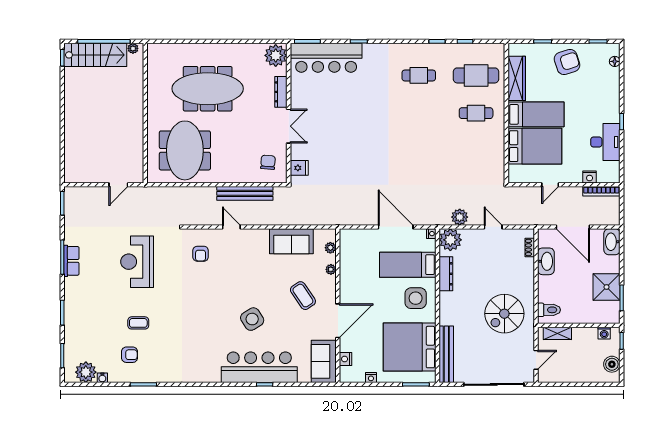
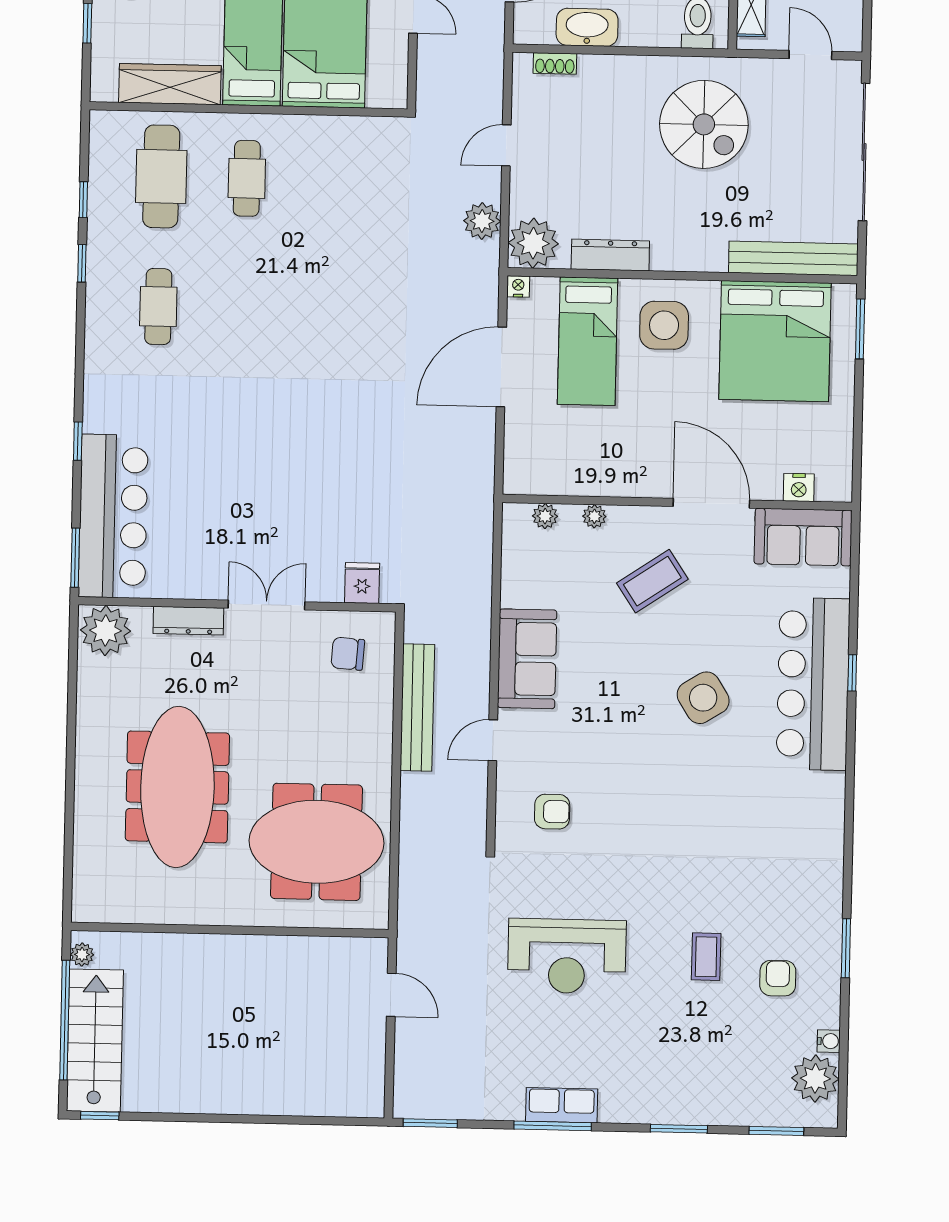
sofa: (291, 241) -> (527, 659), moved
nightstand: (371, 378) -> (842, 431), removed

